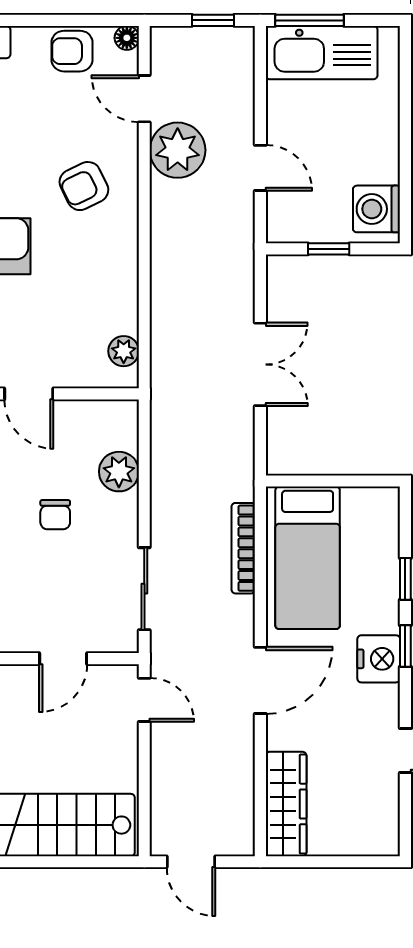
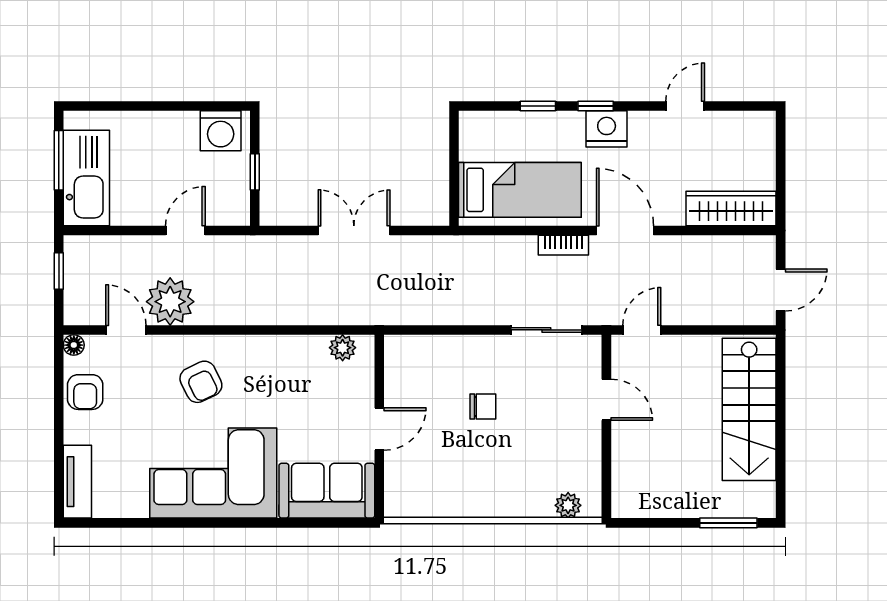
window: (309, 20) -> (59, 160), moved
door: (144, 99) -> (126, 330), swing flipped
plant: (119, 472) -> (446, 352), removed
bookcase: (243, 548) -> (563, 245), moved, width x0.64

